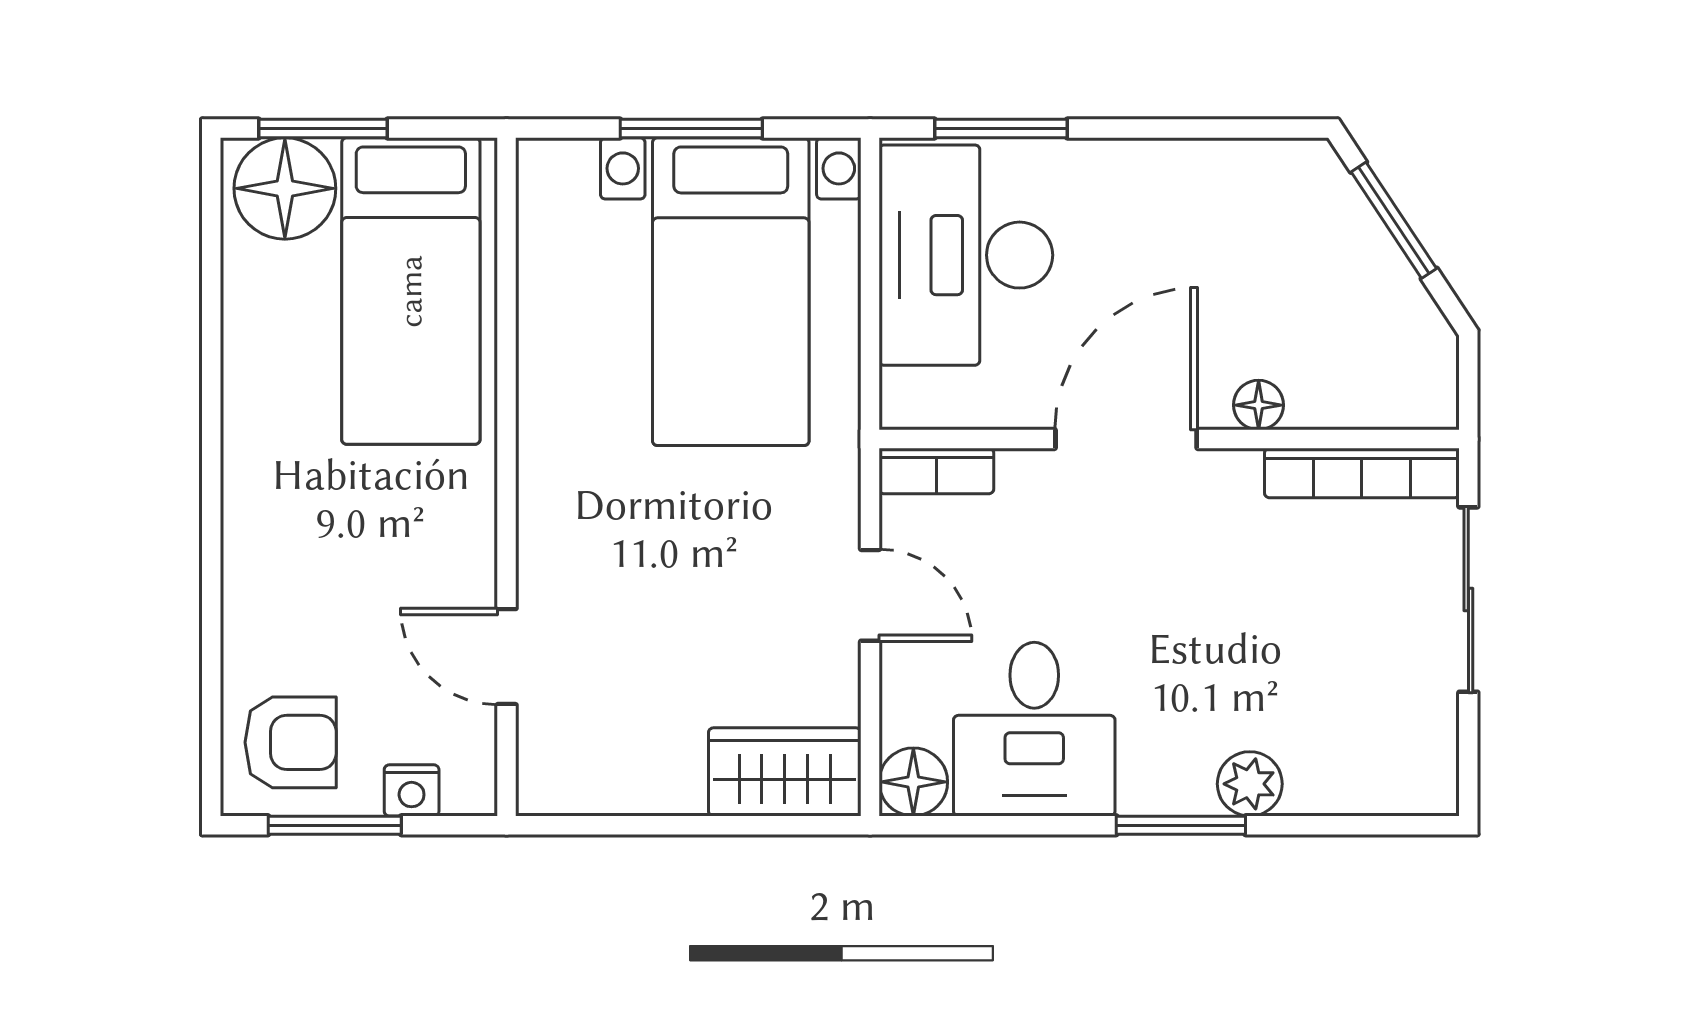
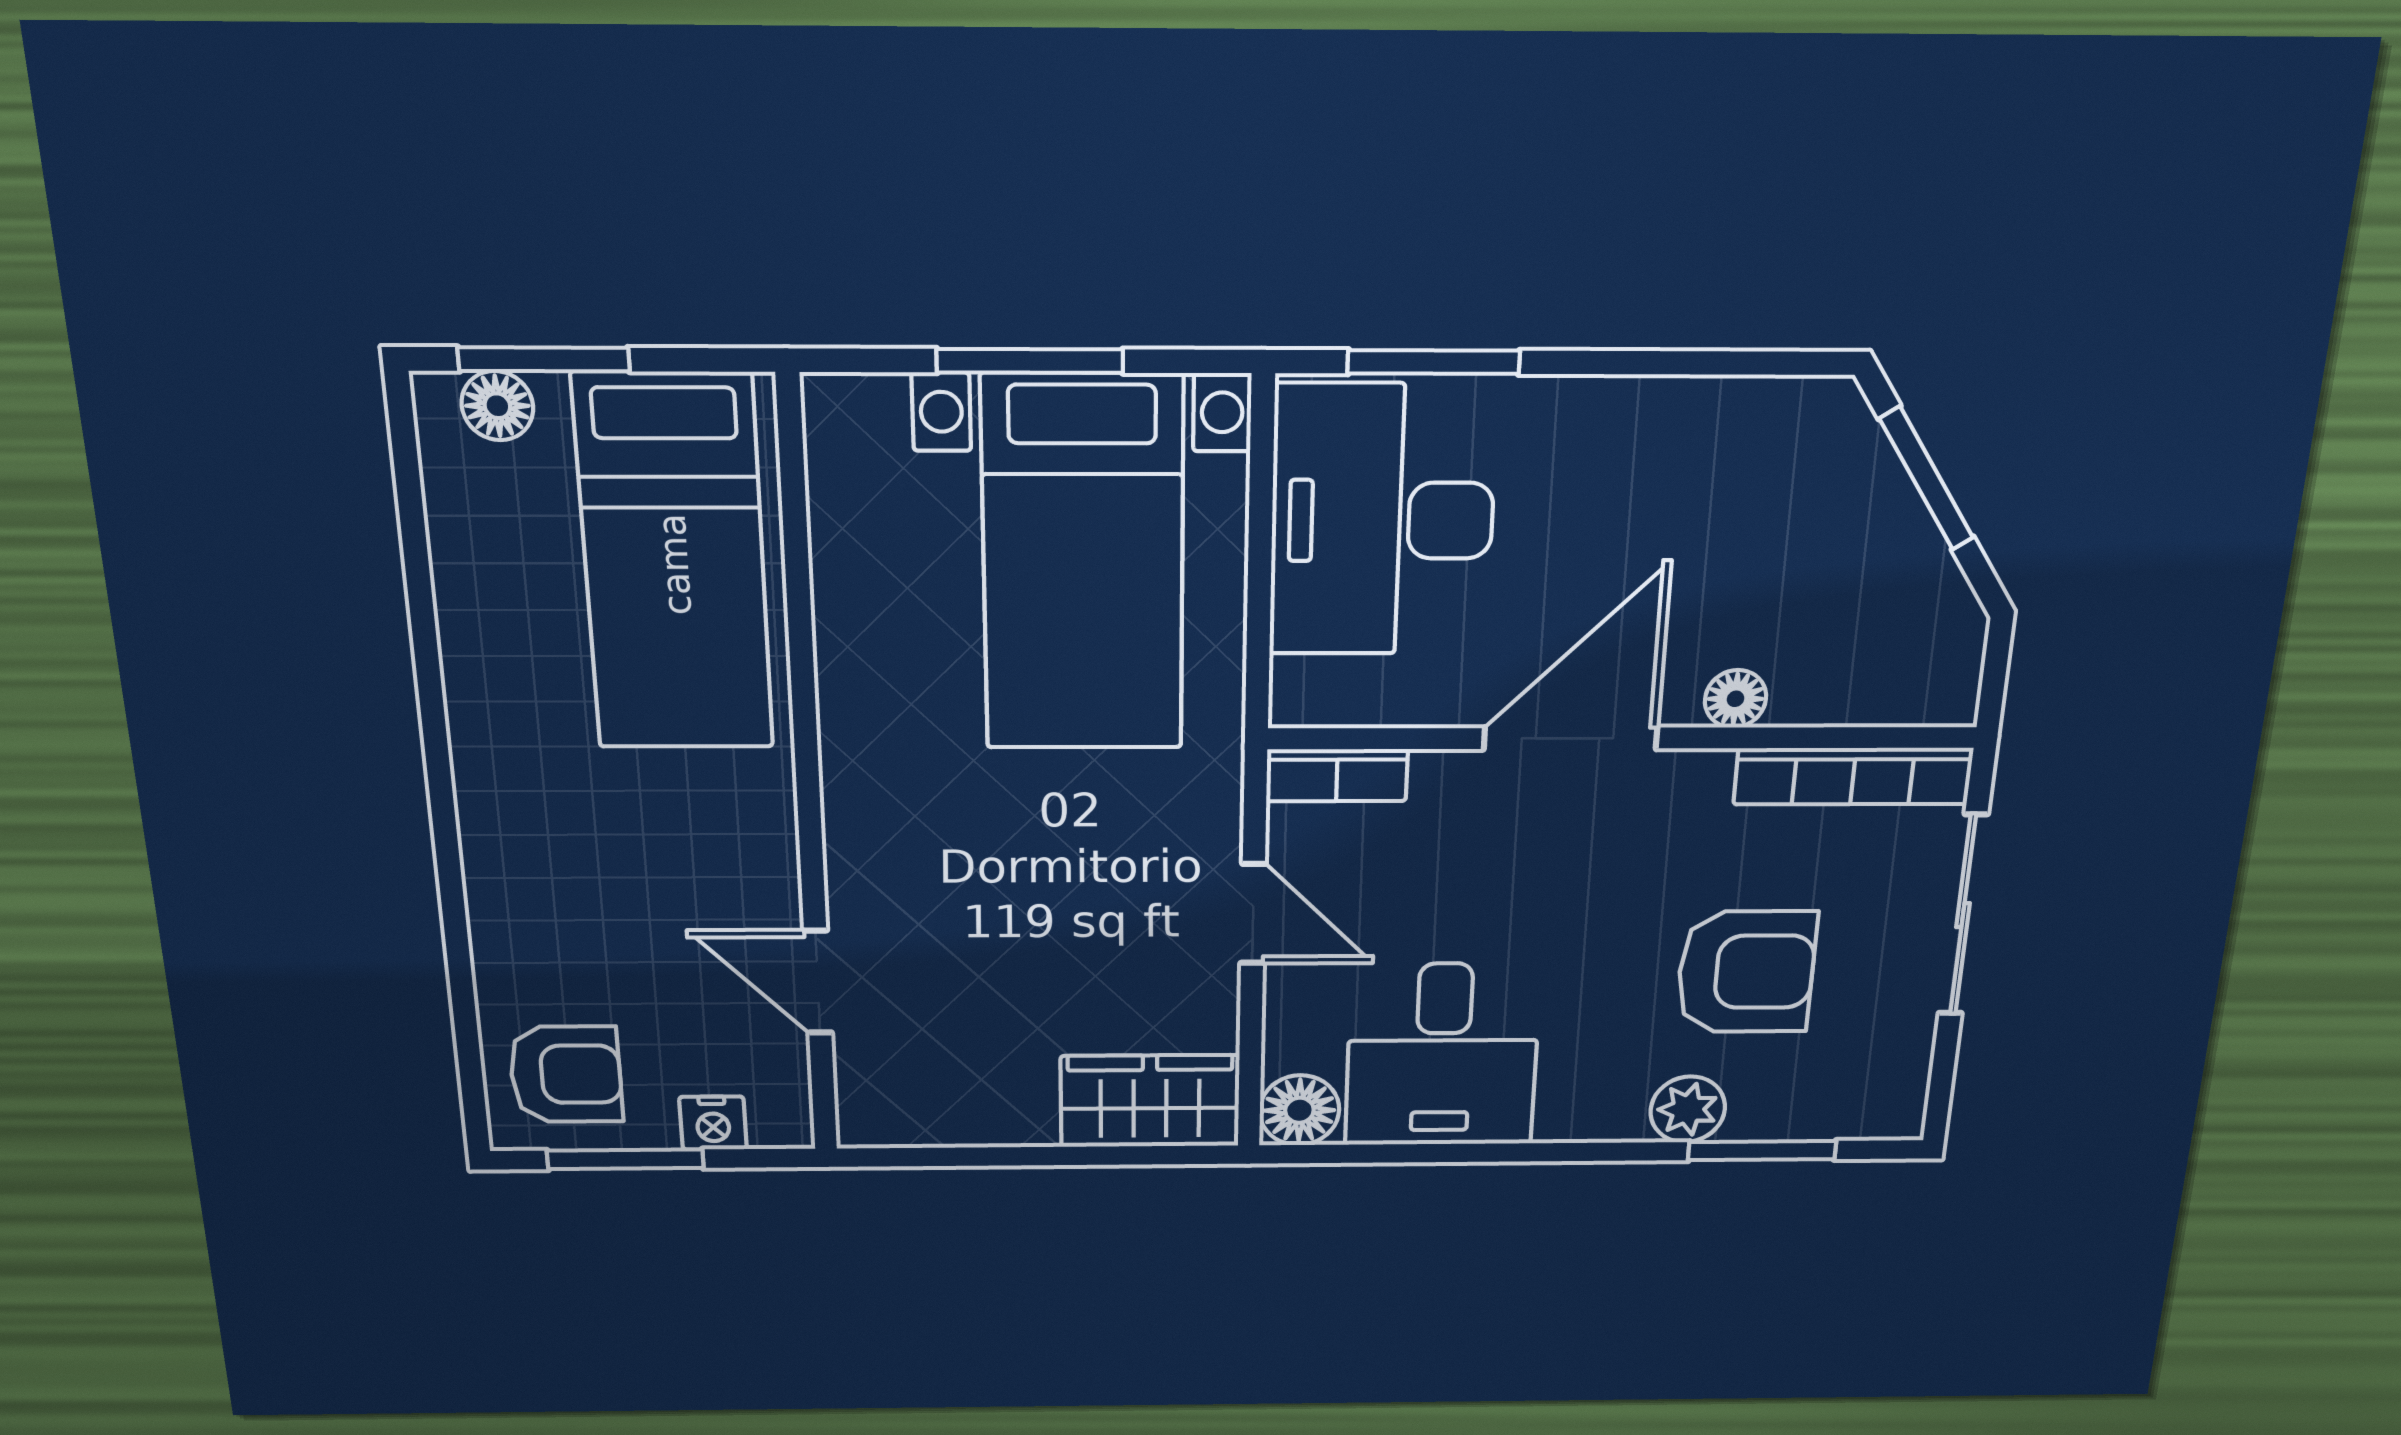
floor lamp: (285, 188) -> (497, 406), width x0.53, depth x0.53
armchair: (1289, 652) -> (1746, 972), added
window: (1181, 825) -> (1762, 1151), moved

